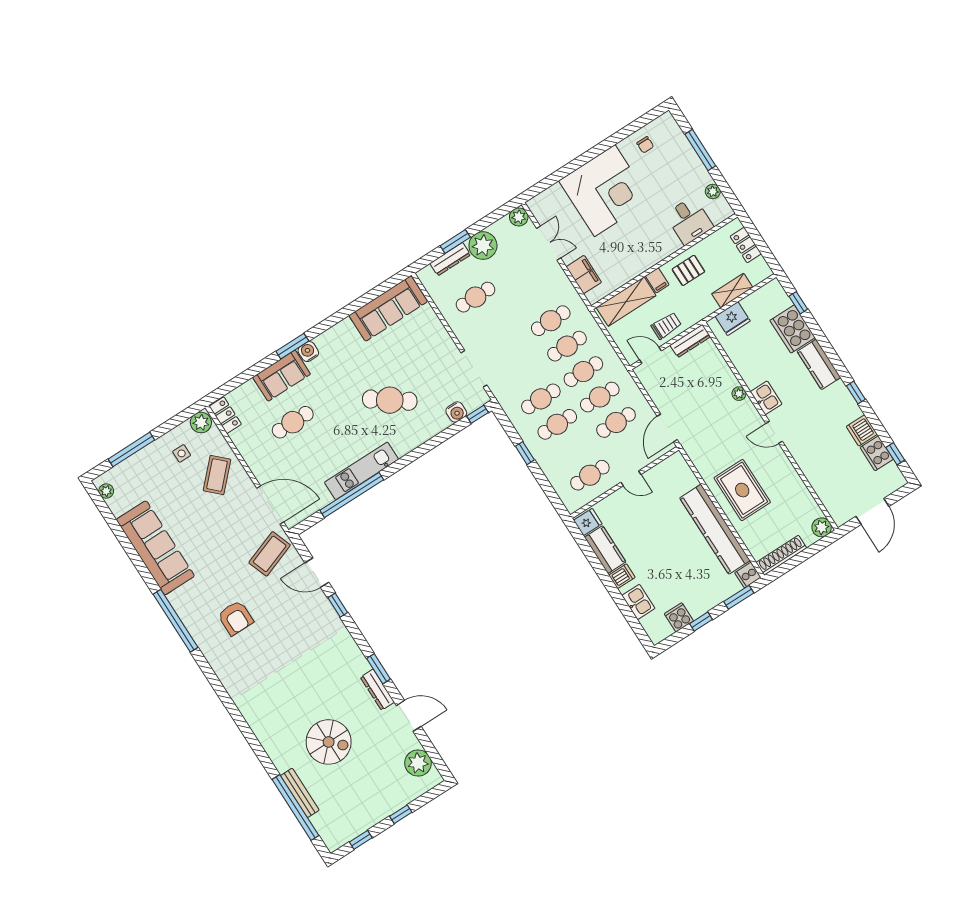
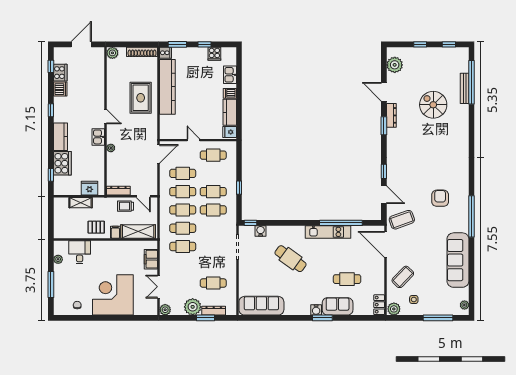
locker: (746, 245) -> (59, 221), removed

